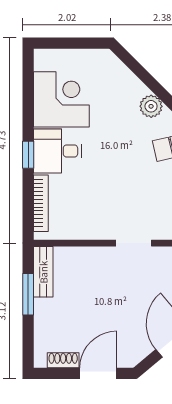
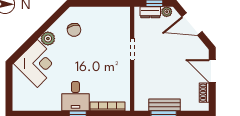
corner desk: (61, 99) -> (37, 63), moved, turned 135
bench: (43, 272) -> (164, 105), moved

